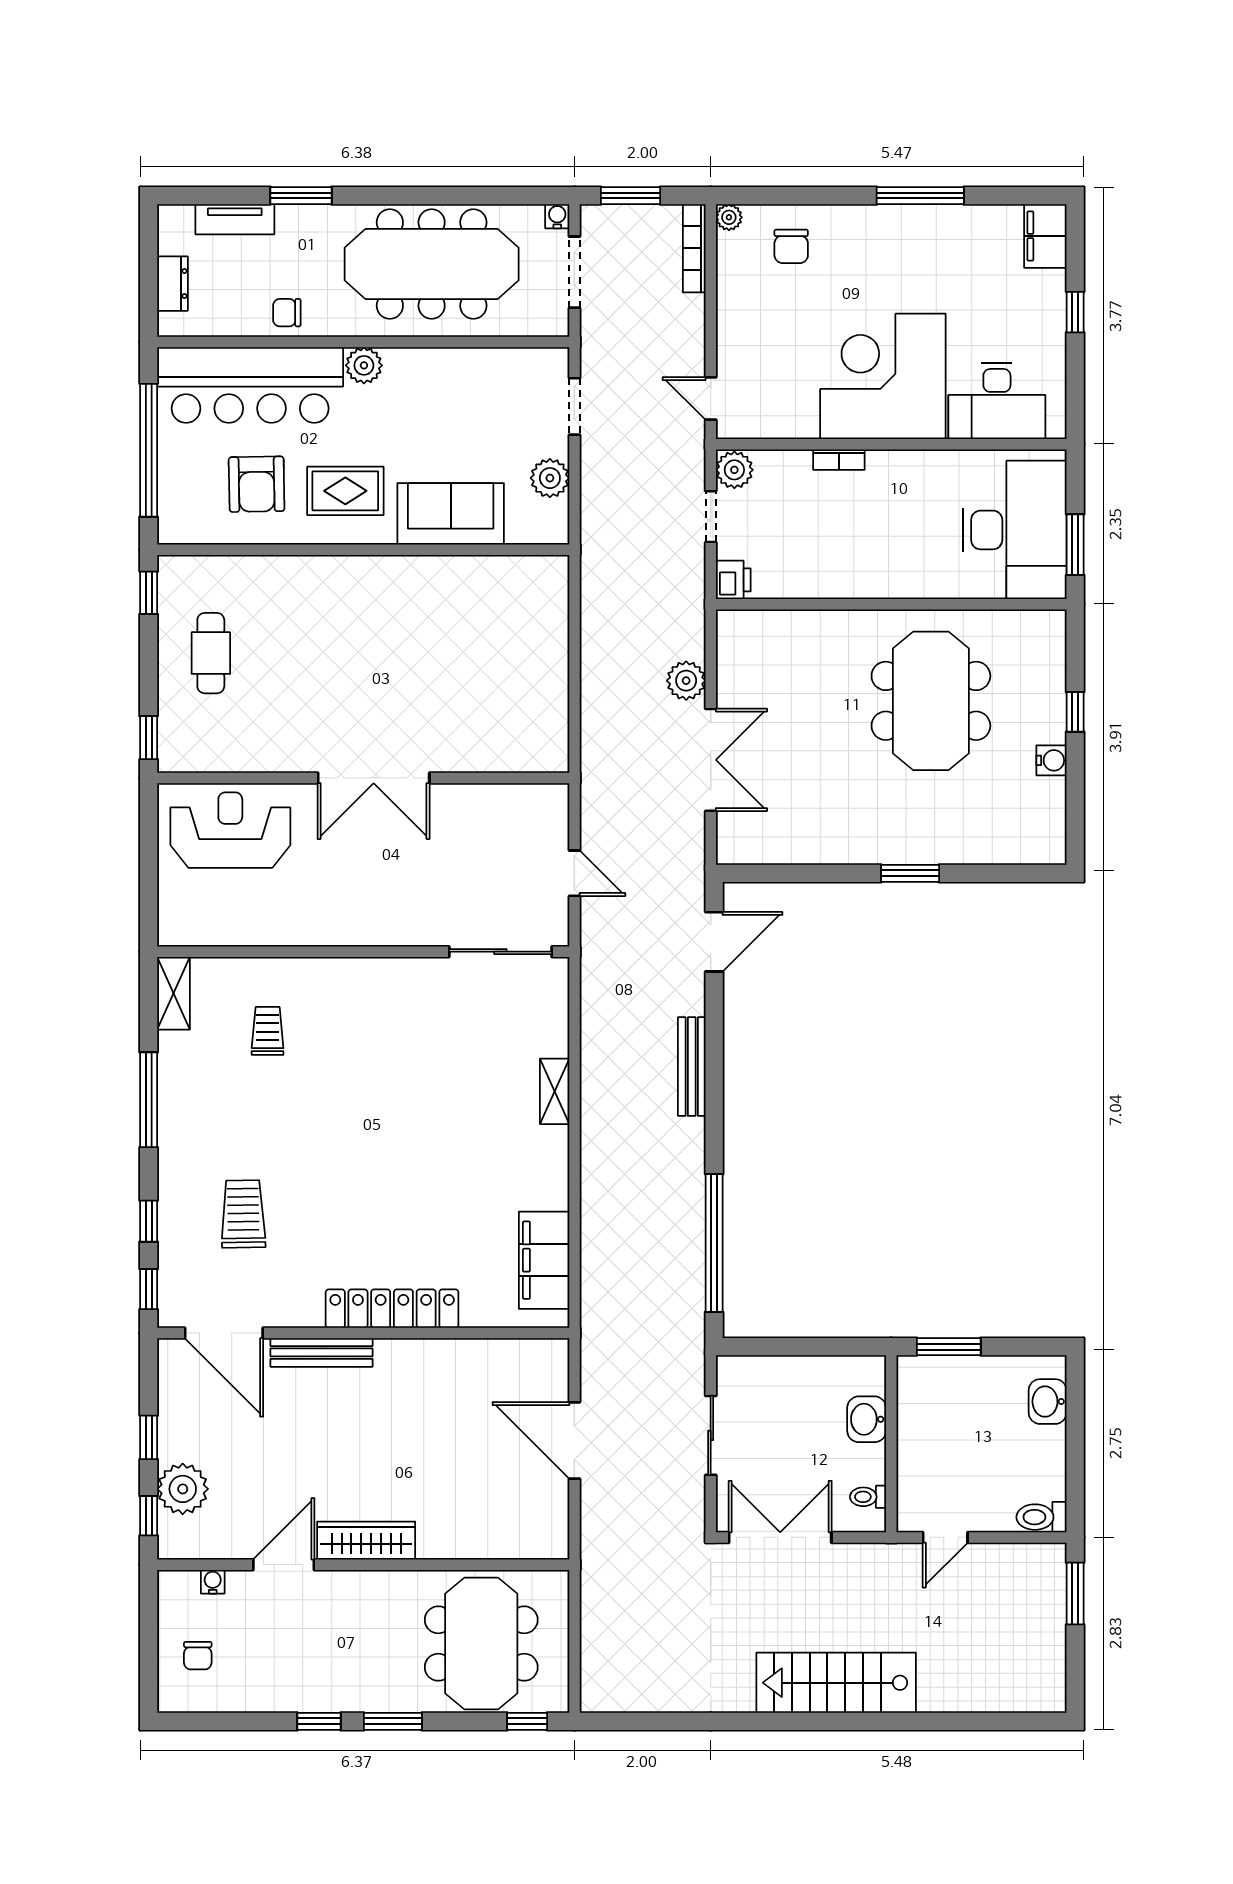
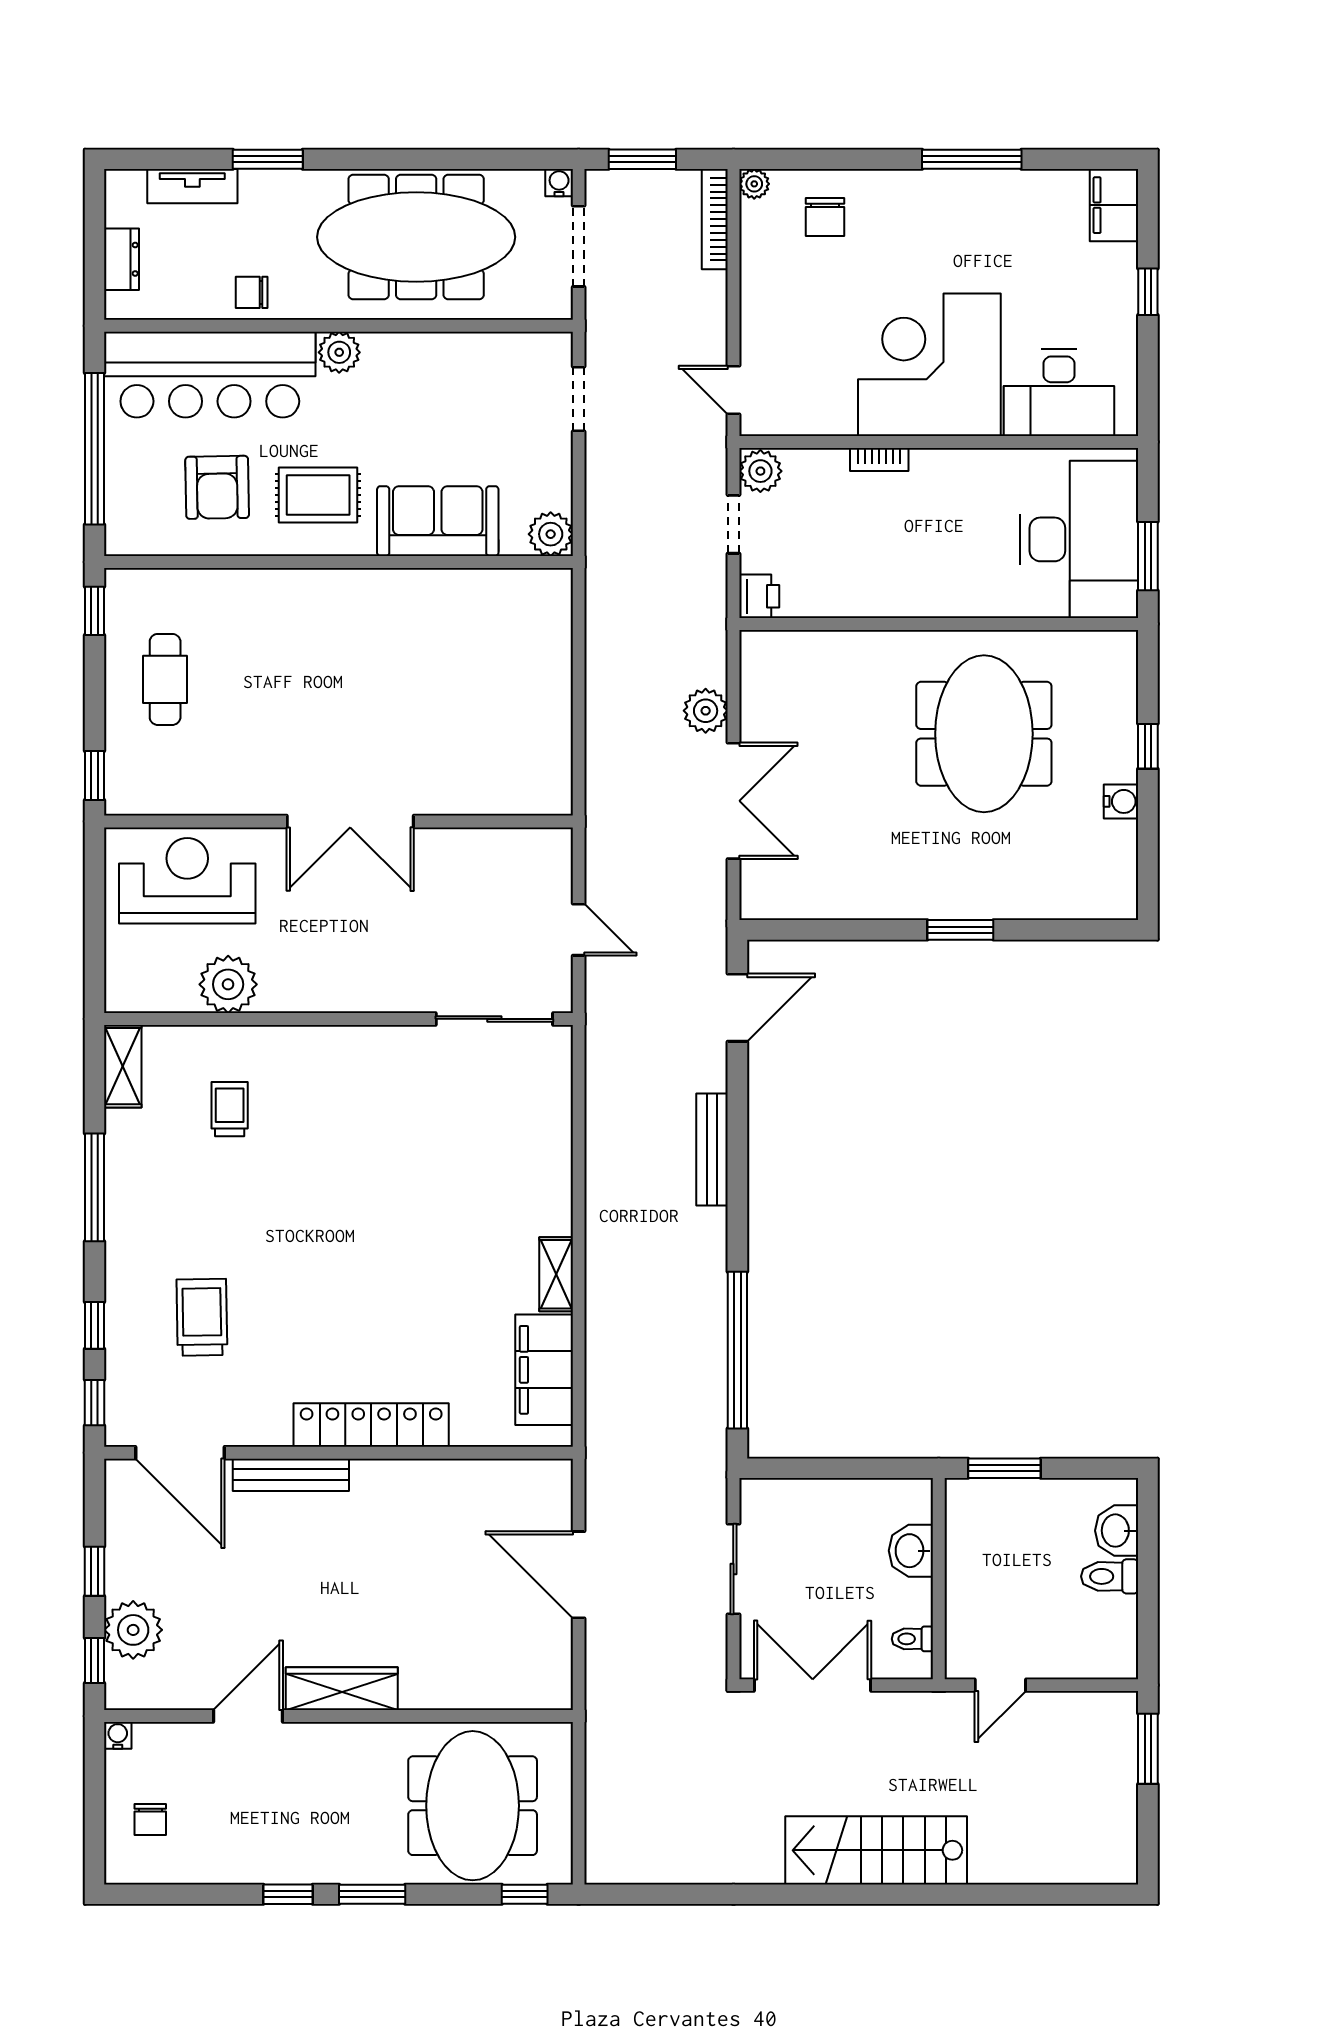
plant: (550, 478) -> (551, 534), moved
plant: (266, 921) -> (228, 984), added
shelving: (555, 1091) -> (556, 1274), moved
toilet: (1041, 1517) -> (1110, 1576), moved
water cooler: (213, 1582) -> (118, 1735), moved

